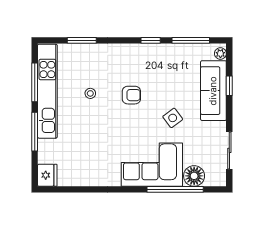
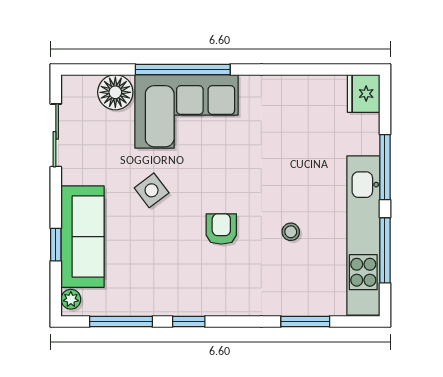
armchair: (131, 95) -> (221, 229), turned 90
window: (175, 189) -> (183, 70), moved

